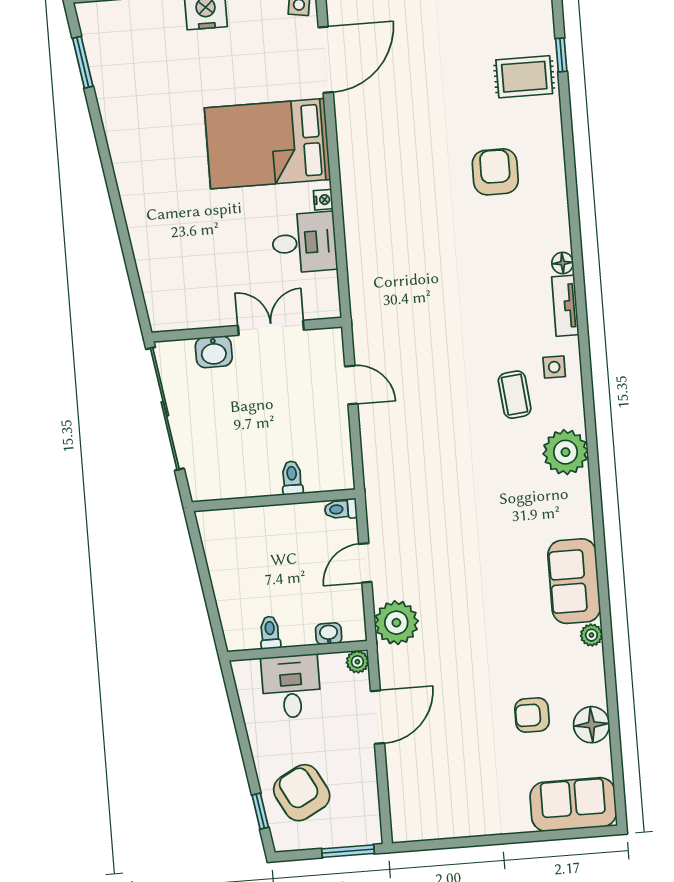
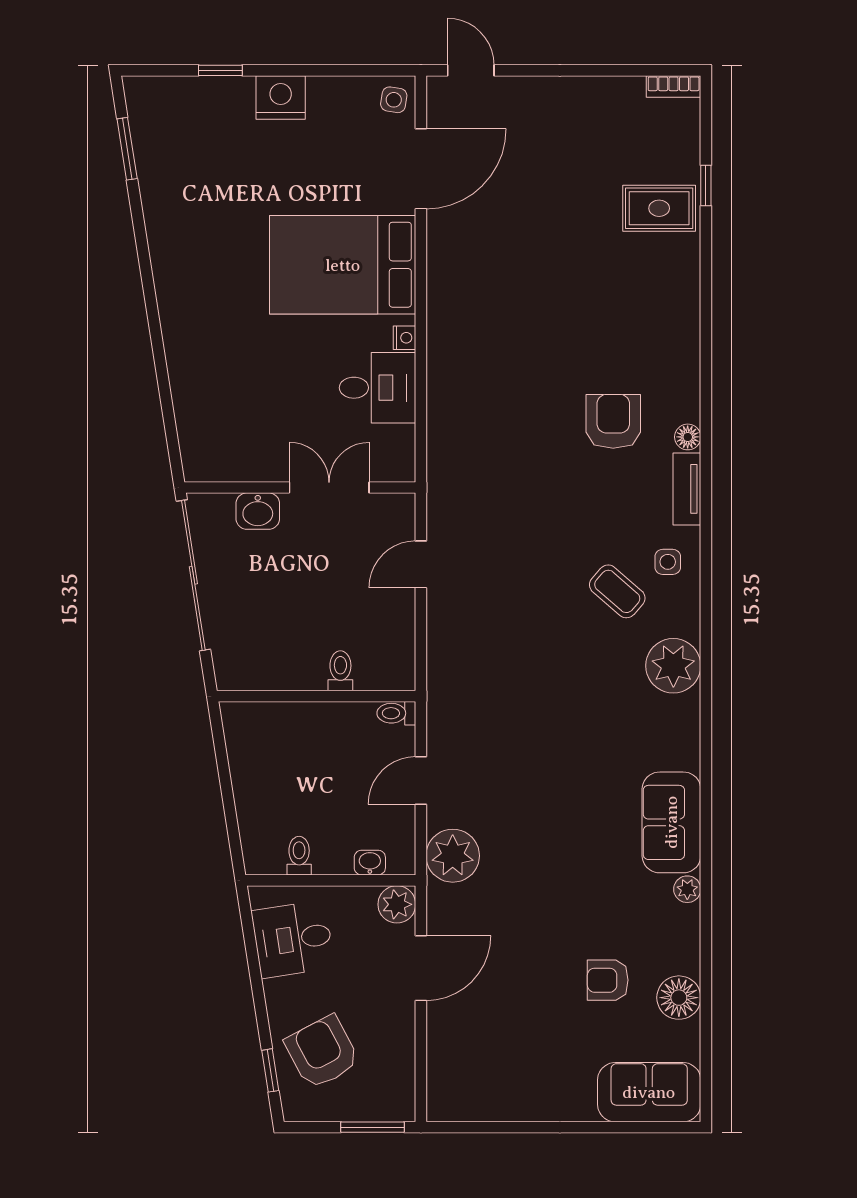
armchair: (495, 172) -> (613, 421), moved
door: (351, 385) -> (421, 564), swing flipped
coffee table: (515, 395) -> (617, 591), turned -43
plant: (357, 662) -> (397, 904), width x1.38, depth x1.38
desk: (291, 687) -> (293, 939), moved, turned -99

